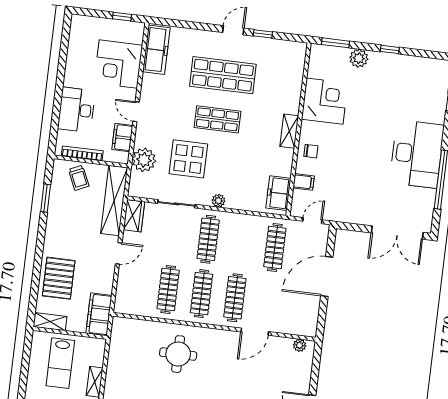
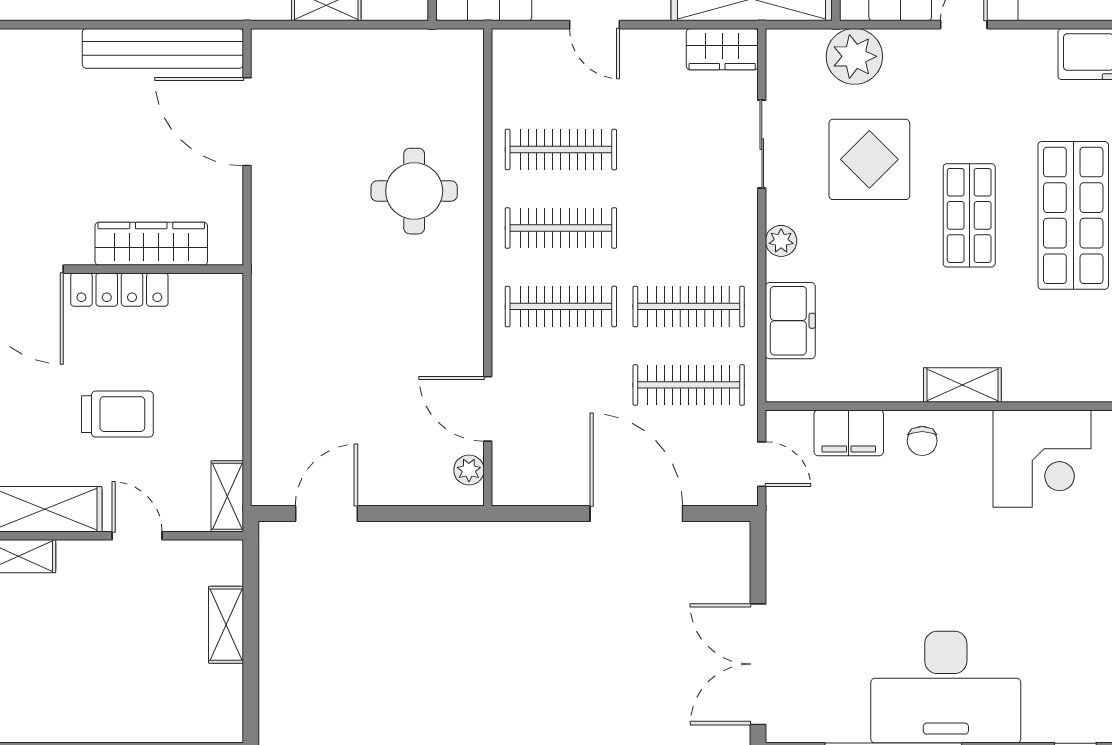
filing cabinet: (304, 182) -> (849, 433), width x2.00
freezer: (278, 193) -> (790, 321), moved, turned 90
clothes rail: (208, 239) -> (689, 306), moved
door: (119, 253) -> (595, 25), moved
door: (255, 332) -> (488, 409), moved

